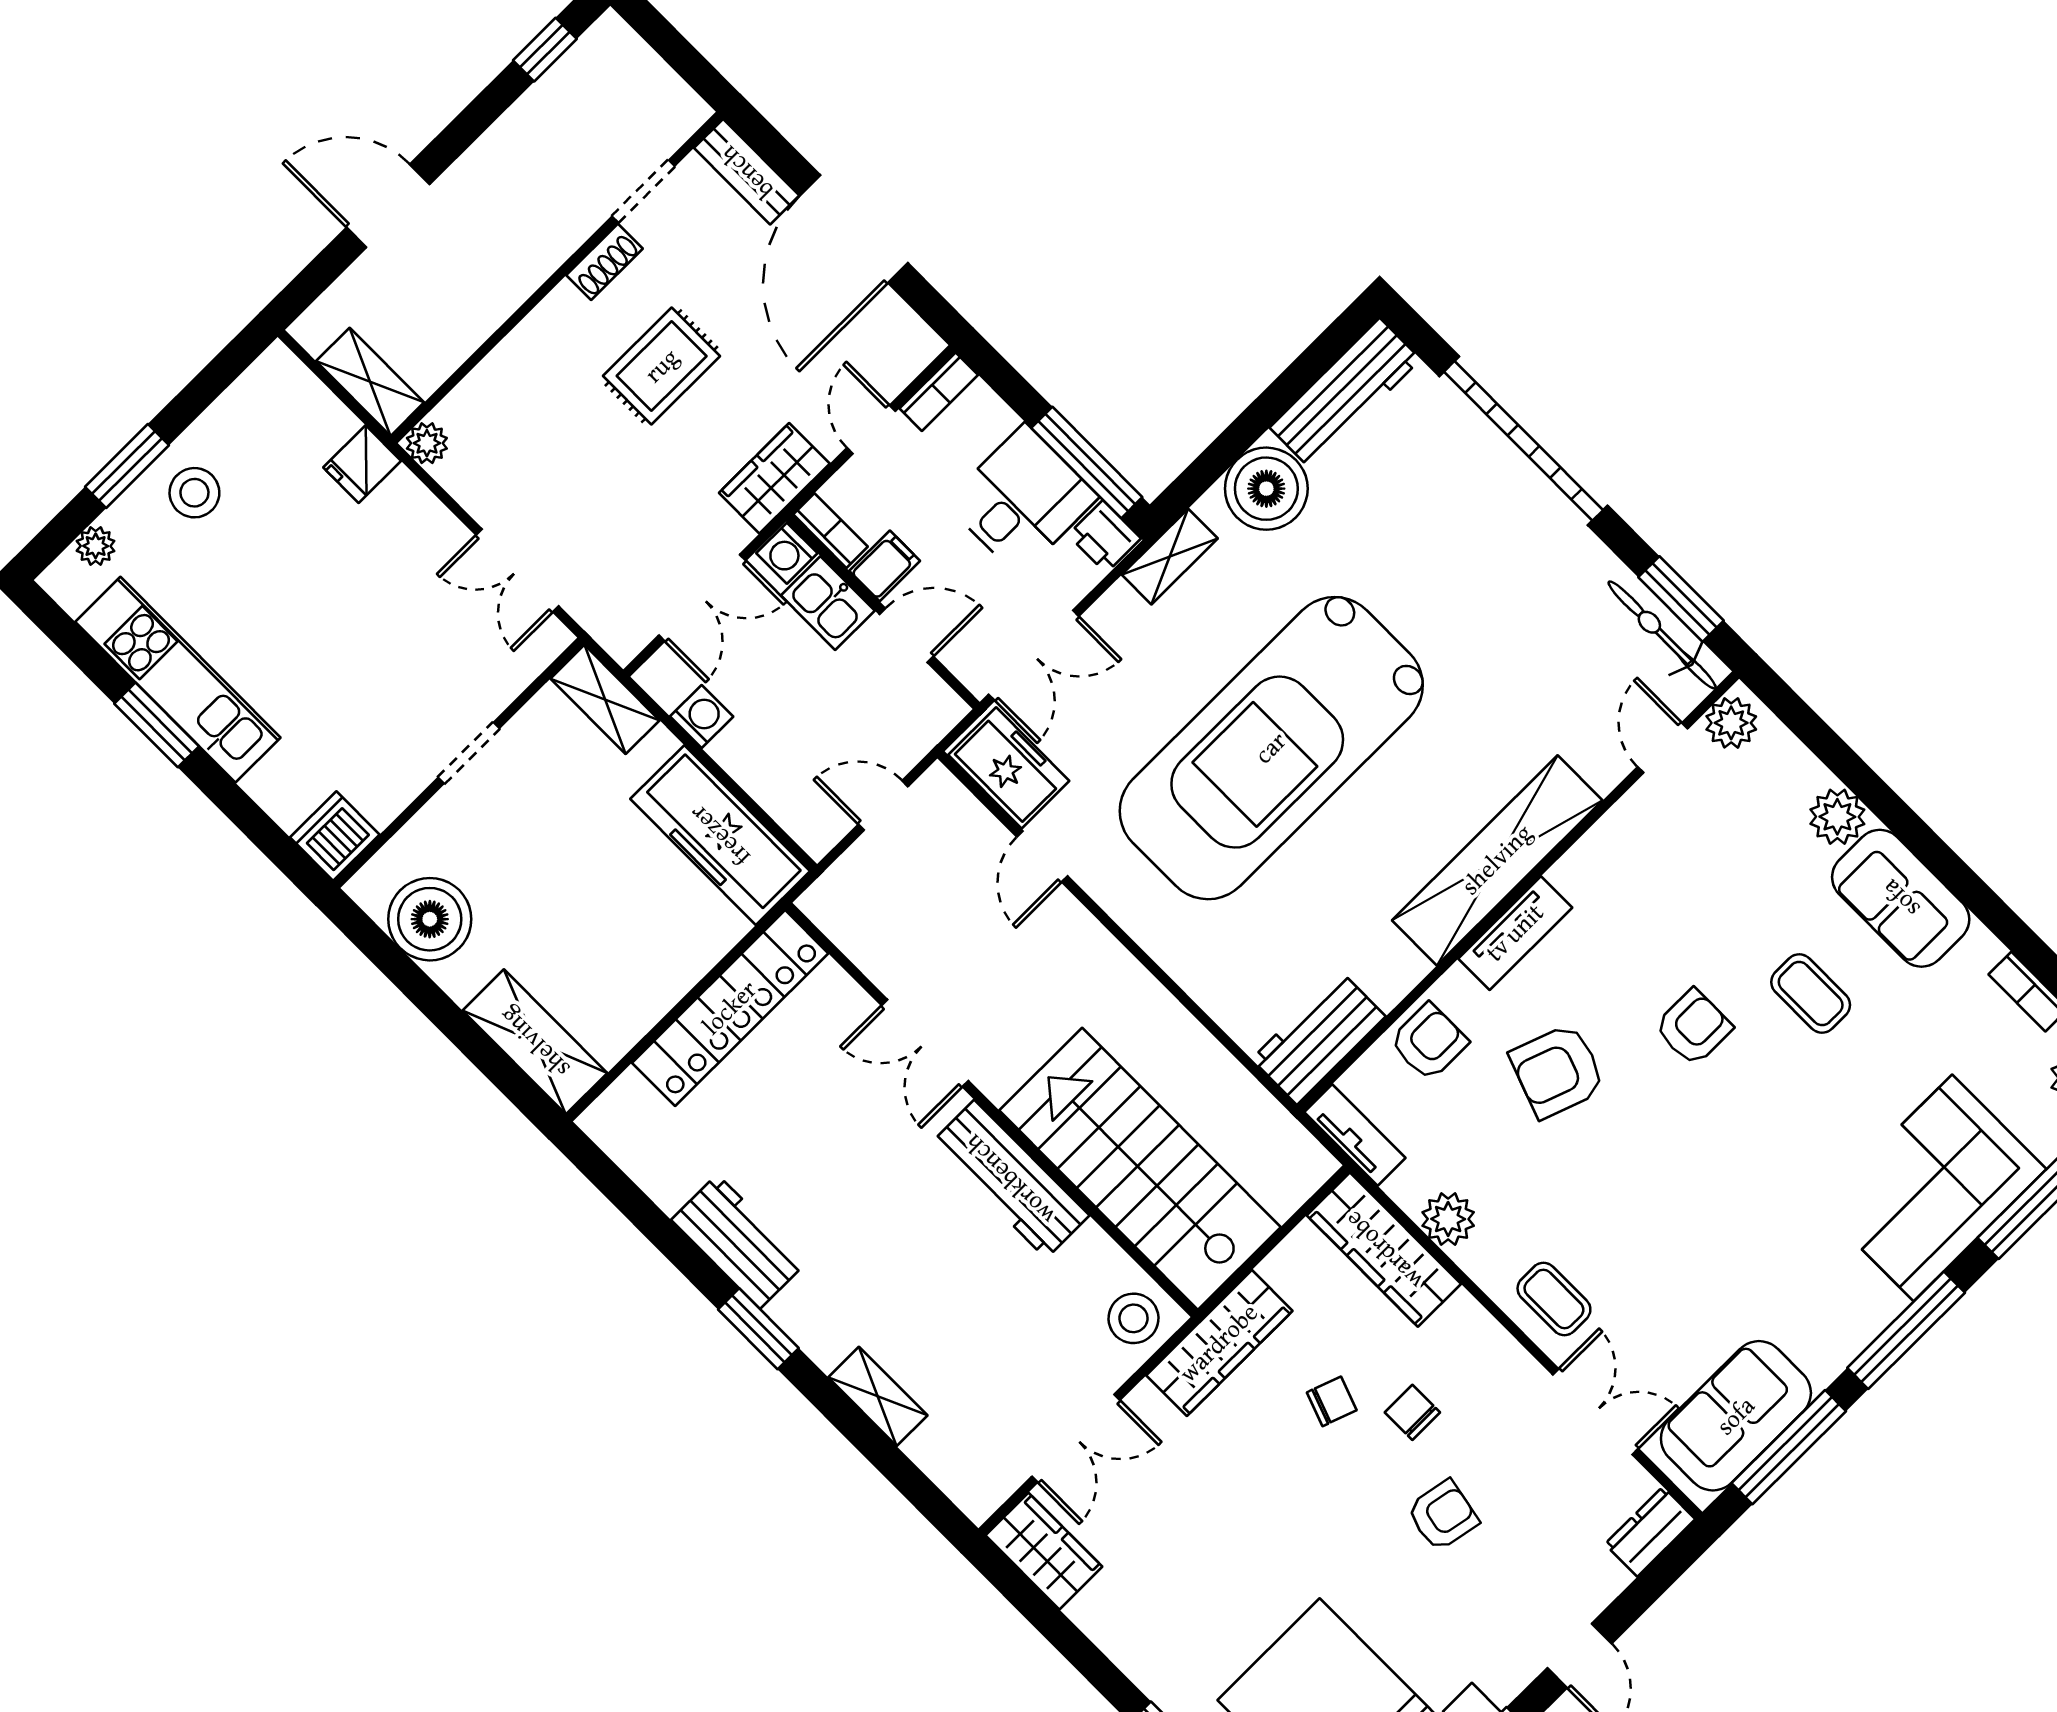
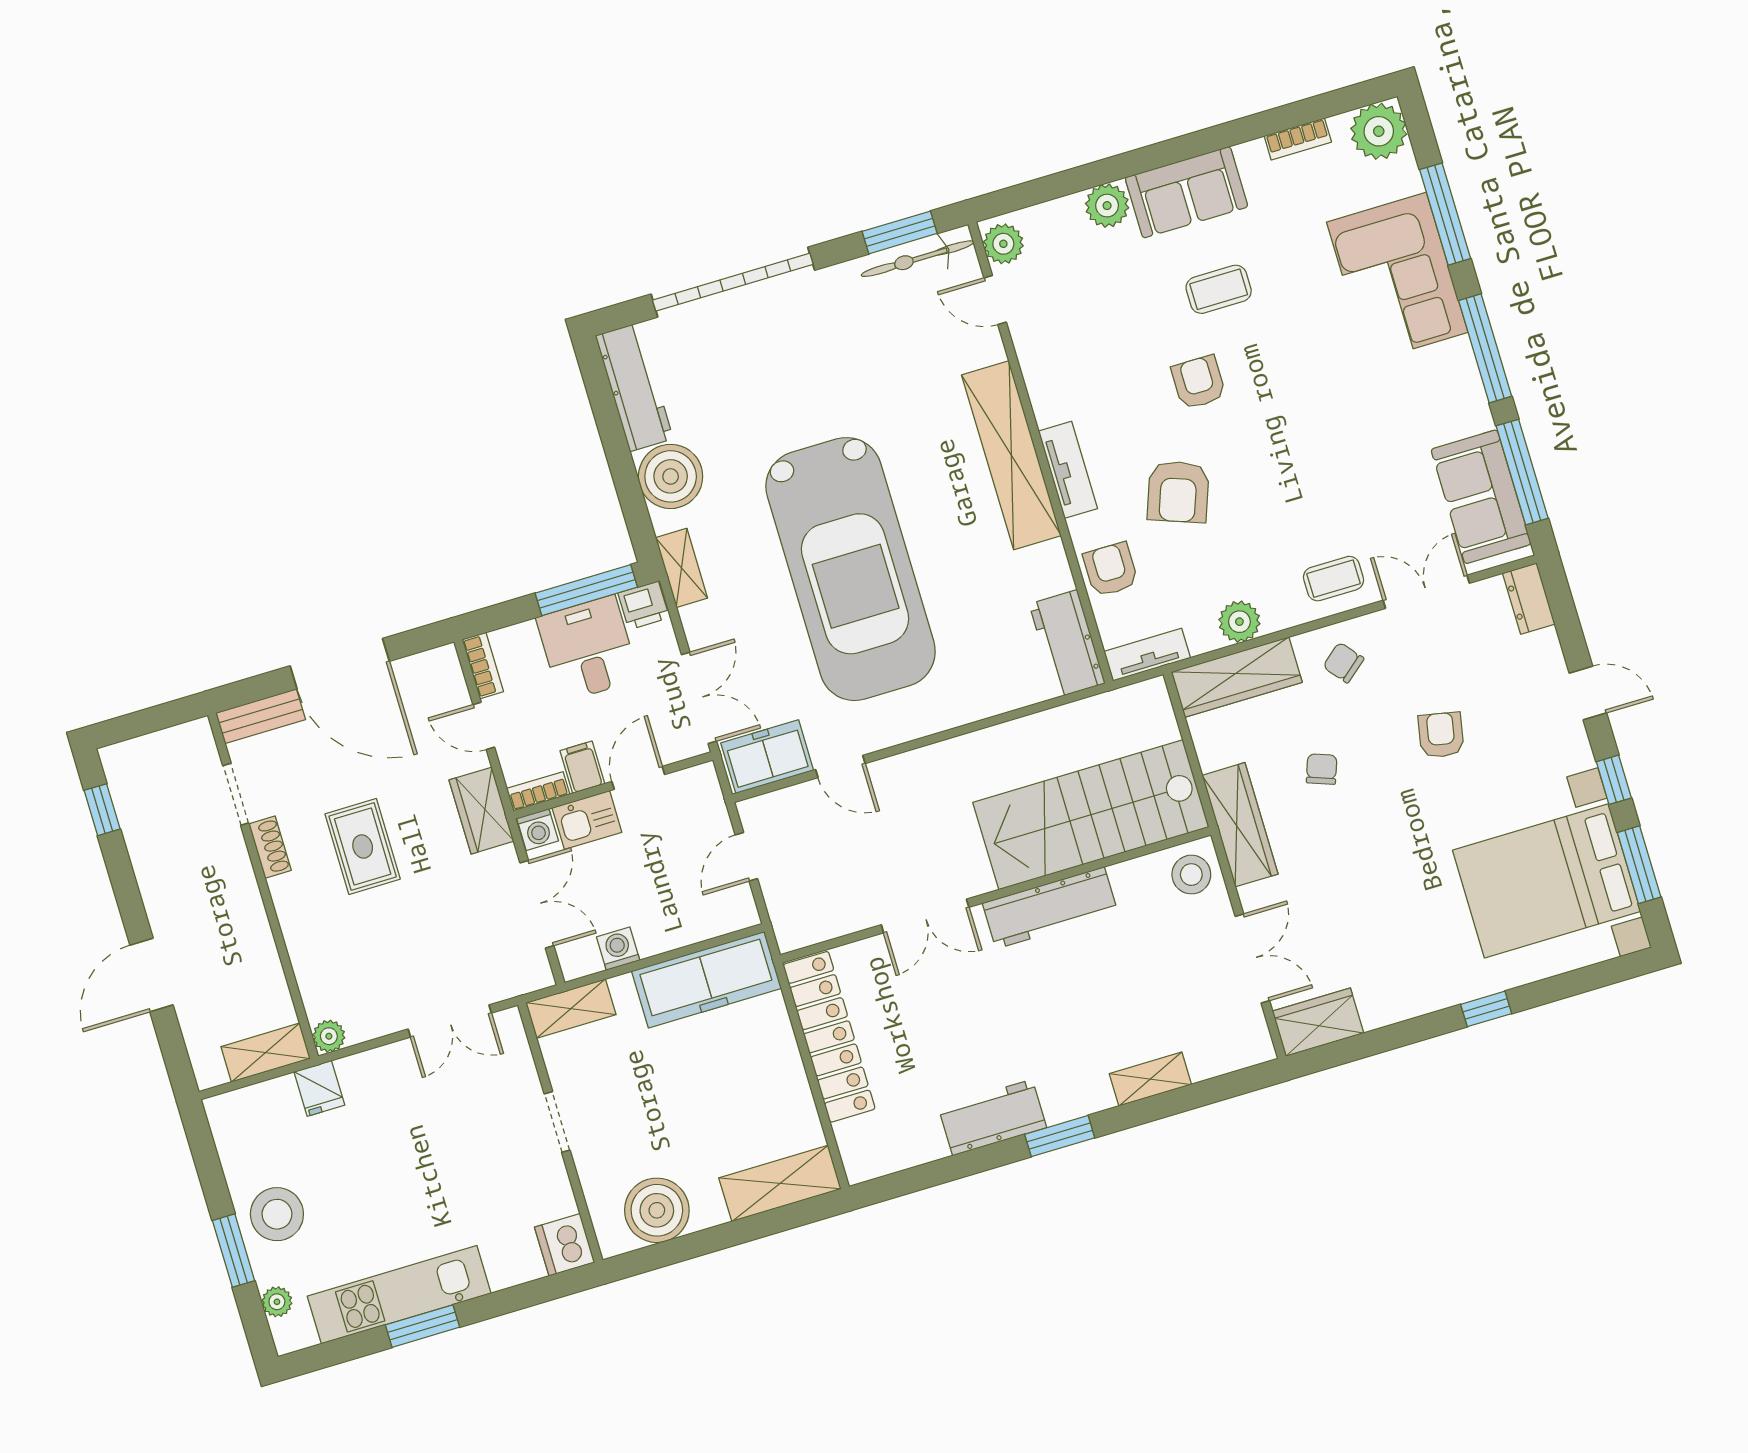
stool: (194, 493) -> (277, 1214), width x1.38, depth x1.38
chair: (1412, 1412) -> (1343, 663), moved, turned 50

